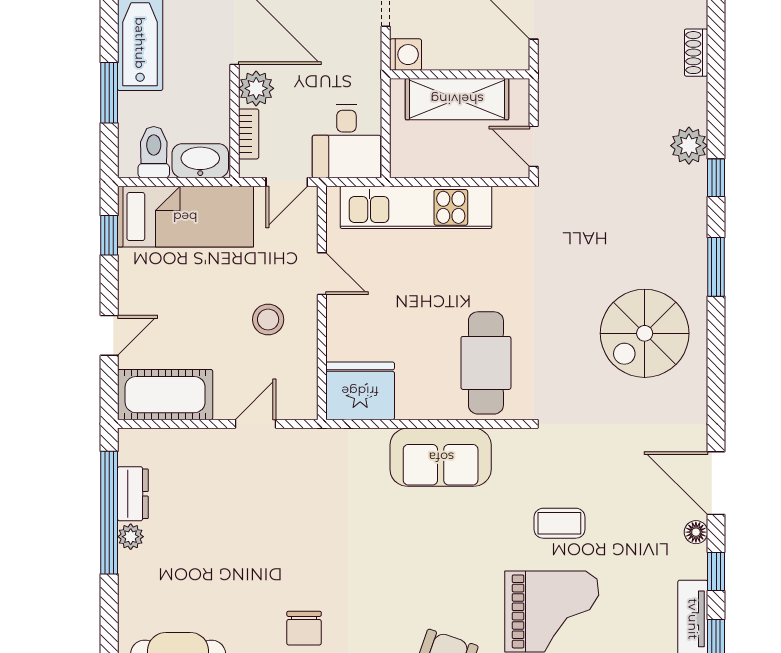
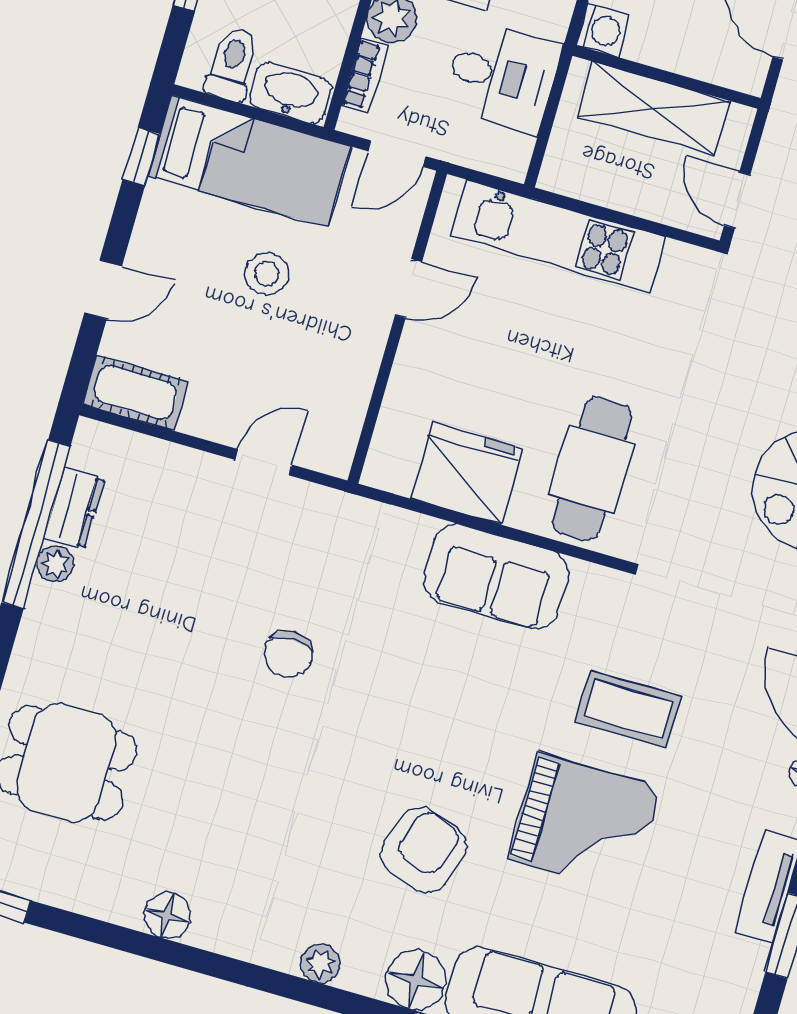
desk: (346, 141) -> (502, 76), moved, turned -90
door: (322, 274) -> (408, 288), hinge flipped
stool: (268, 320) -> (267, 274), moved
fridge: (360, 391) -> (467, 473), moved
cot: (165, 395) -> (135, 393), width x0.73, depth x0.75
coffee table: (559, 523) -> (628, 709), width x1.36, depth x1.30
chair: (304, 628) -> (288, 654), moved

